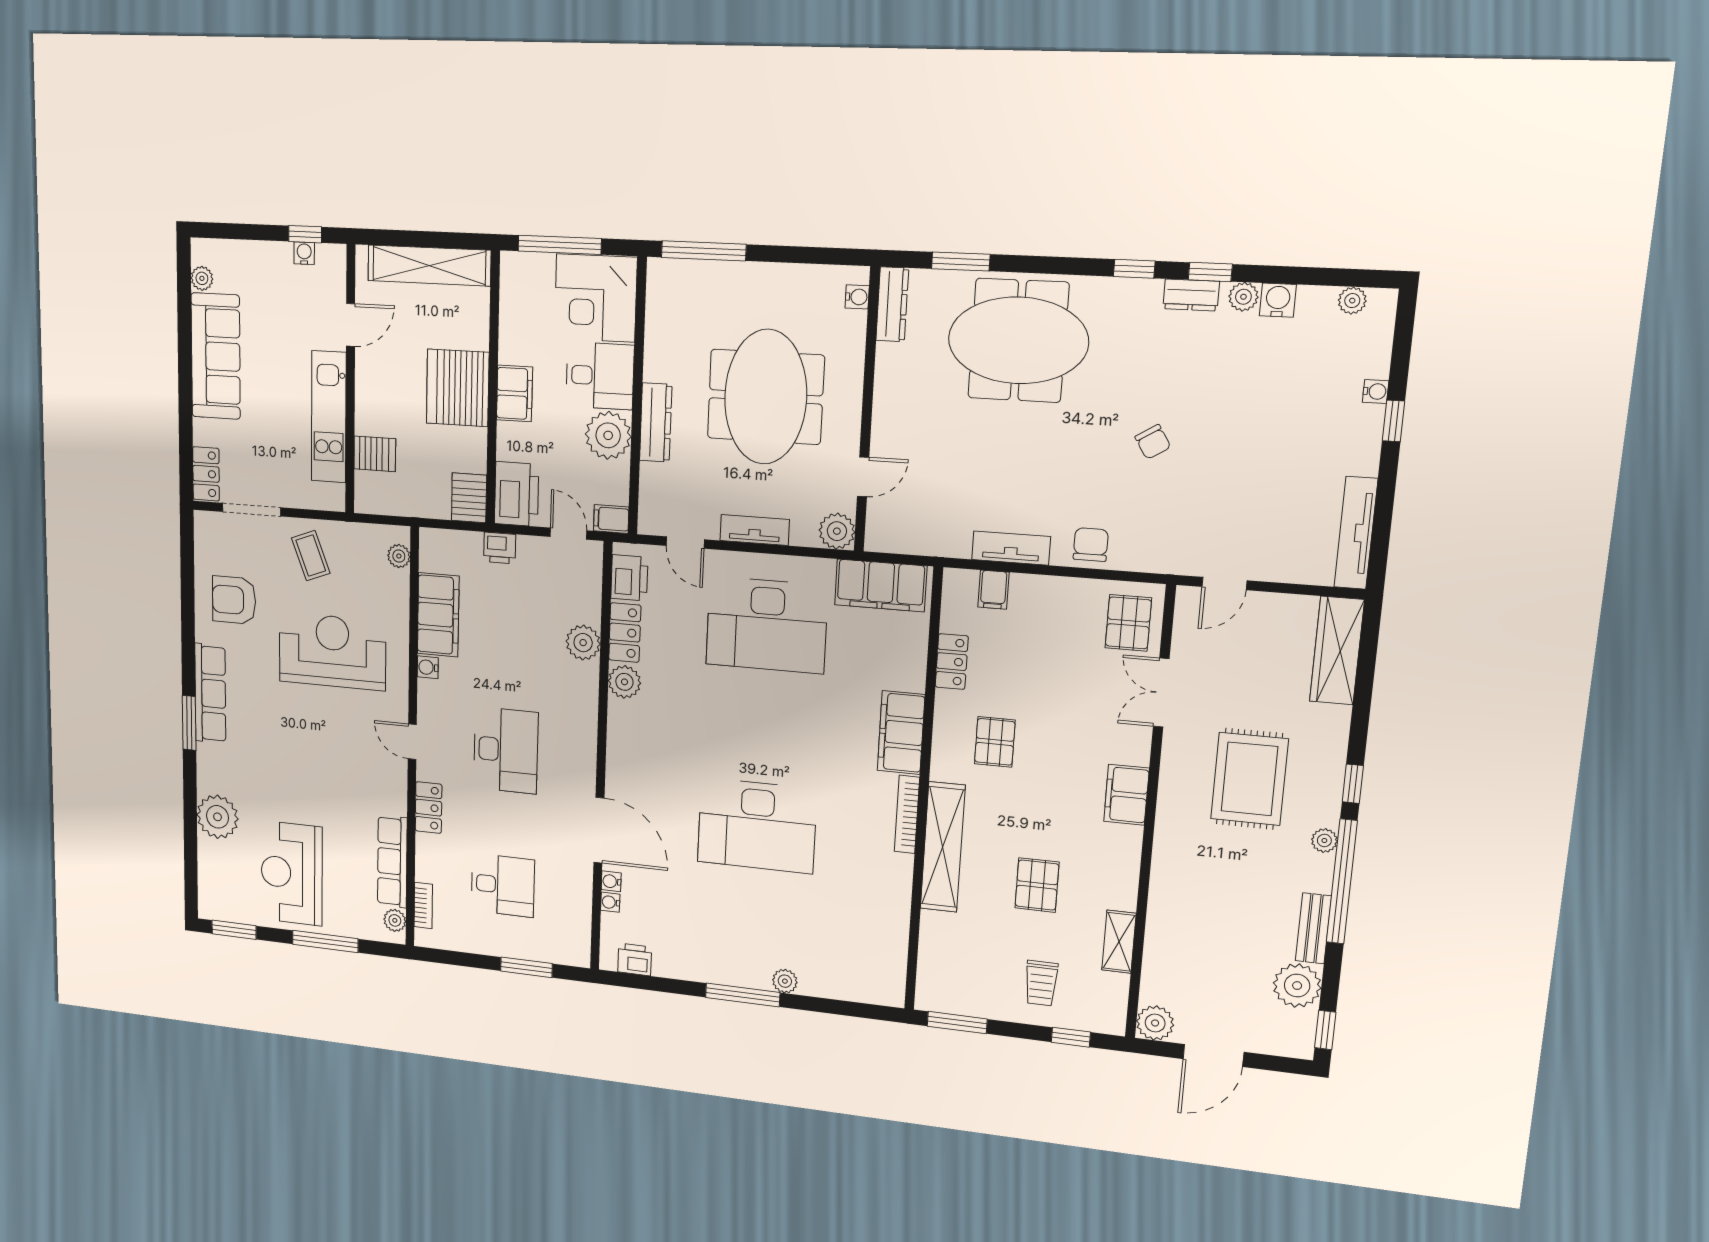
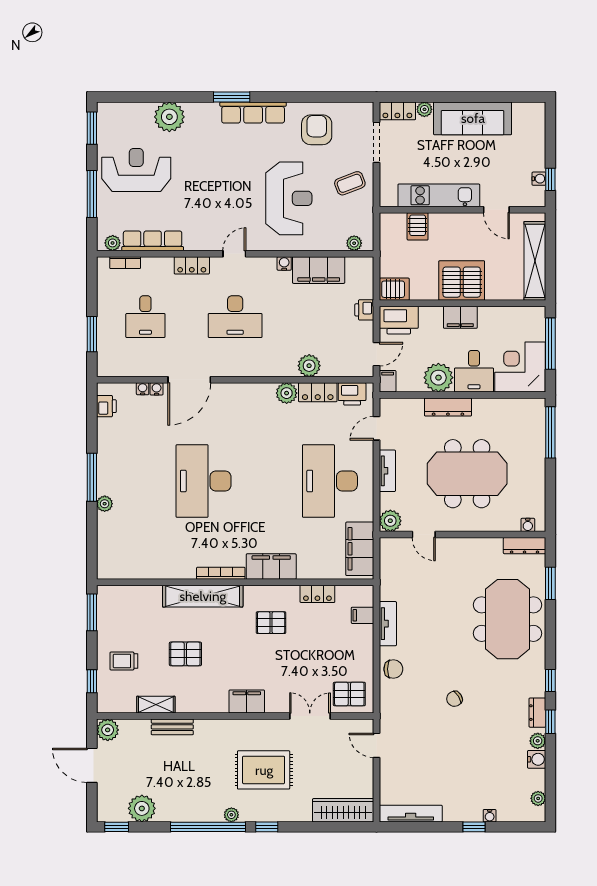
plant: (202, 278) -> (424, 109), moved
bench: (1313, 928) -> (172, 727), moved

